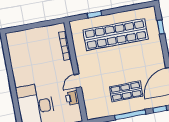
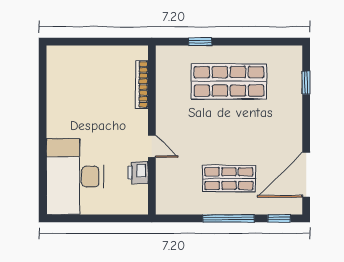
shop shelf: (115, 35) -> (229, 81), width x0.71
door: (77, 81) -> (152, 146), swing flipped

